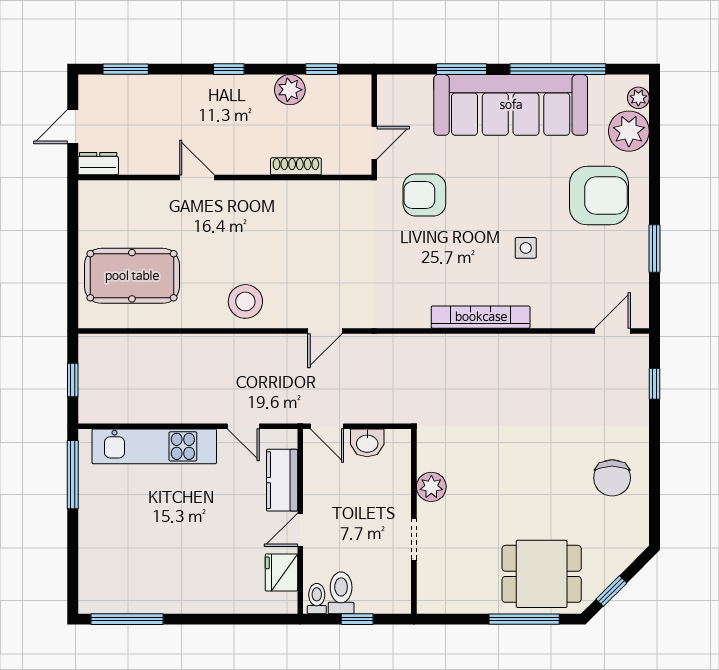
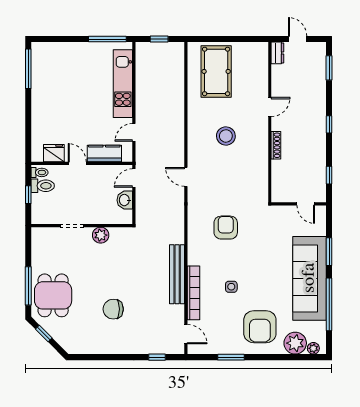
plant: (290, 90) -> (318, 158), removed
door: (374, 143) -> (306, 204), moved
shoe rack: (296, 166) -> (276, 145), moved
armchair: (424, 195) -> (226, 228), moved
stool: (245, 301) -> (226, 136), moved
bookcase: (481, 317) -> (193, 293), moved
bench: (503, 347) -> (177, 274), added
chair: (612, 478) -> (113, 309), moved

